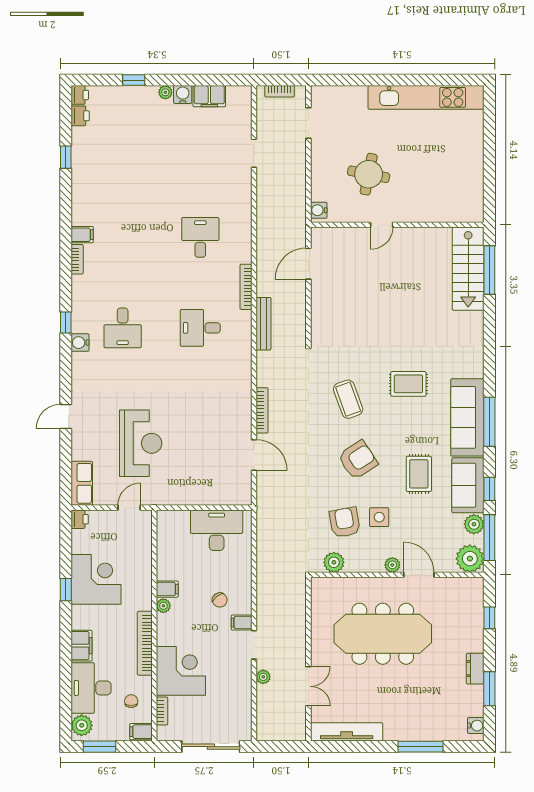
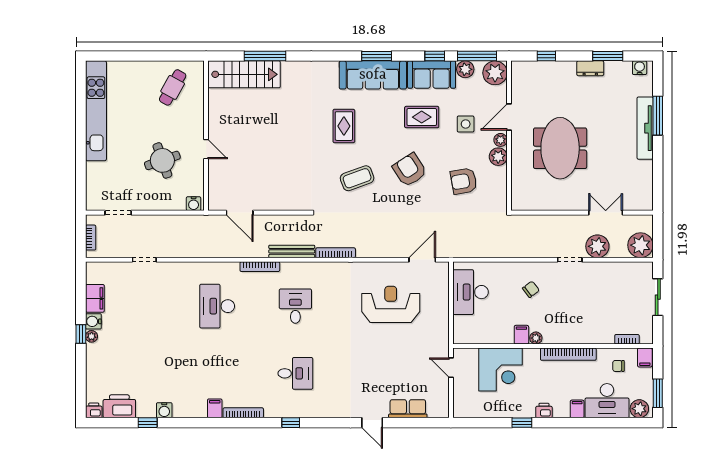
window: (134, 80) -> (81, 334), moved
printer: (80, 116) -> (119, 406), width x1.87, depth x1.48
round table: (369, 174) -> (162, 160), turned -30
cafe table: (453, 186) -> (173, 87), added
desk: (200, 237) -> (217, 306), width x1.37
bookcase: (77, 259) -> (243, 413), width x1.56
window: (489, 270) -> (265, 56), moved
desk: (200, 328) -> (295, 306), turned 180
water cooler: (80, 343) -> (164, 410), moved
bookcase: (262, 410) -> (336, 253), moved
window: (489, 422) -> (377, 56), width x0.69
reception desk: (141, 443) -> (391, 304), moved
door: (254, 455) -> (422, 260), moved
row of seats: (82, 483) -> (408, 409), moved
side table: (379, 517) -> (466, 124), moved
printer: (80, 519) -> (544, 411), moved
plant: (334, 562) -> (498, 157), moved
corner desk: (96, 579) -> (500, 369), moved, turned 180
filing cabinet: (242, 623) -> (550, 270), removed
meeting table: (383, 634) -> (560, 148), width x0.73
filing cabinet: (82, 646) -> (577, 409), width x0.50
corner desk: (181, 671) -> (592, 323), removed
plant: (263, 677) -> (597, 246), width x1.88, depth x1.88
plant: (271, 727) -> (640, 245), added
tv unit: (347, 732) -> (645, 128), moved
sliding door: (211, 747) -> (658, 297), width x0.73

